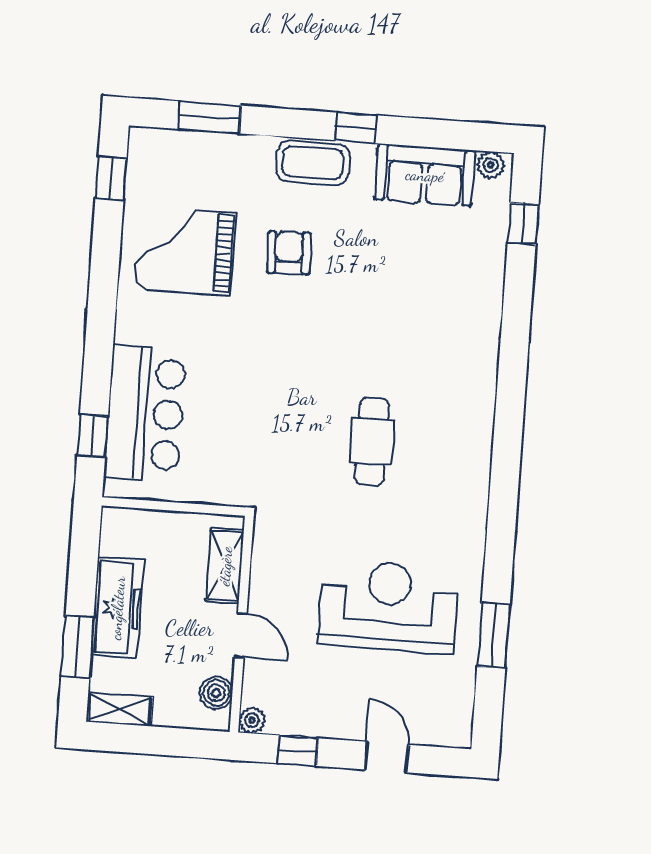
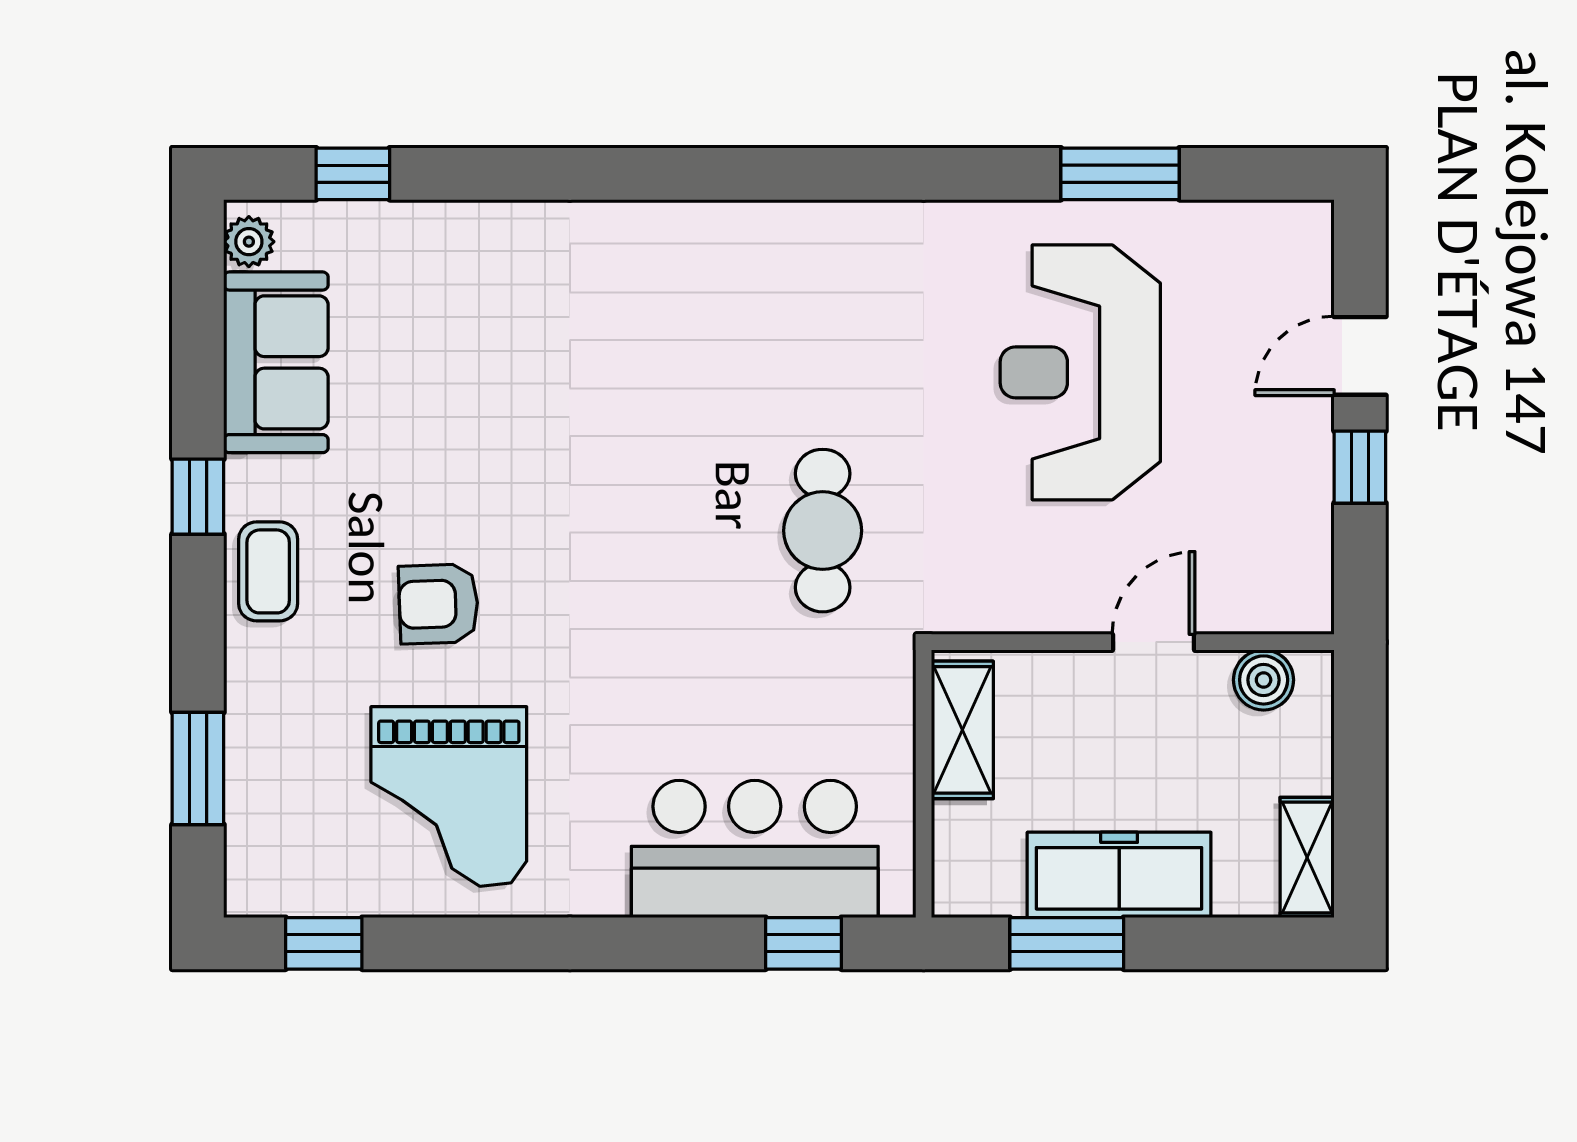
coffee table: (313, 163) -> (268, 571), width x0.73, depth x0.77
cafe table: (372, 441) -> (823, 531), moved, turned 90
shelving: (225, 566) -> (962, 730), moved, turned 90
window: (77, 647) -> (1067, 943), moved
plant: (252, 720) -> (1310, 610), removed
window: (297, 751) -> (1360, 467), moved

